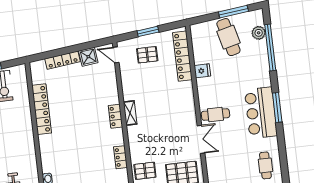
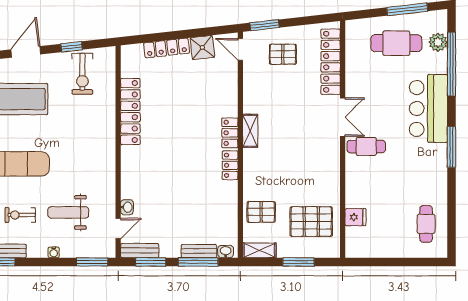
window: (148, 31) -> (265, 25), moved
cafe table: (228, 37) -> (396, 43), turned -76
fridge: (202, 71) -> (355, 217), moved
bar counter: (261, 113) -> (428, 108), moved
double door: (201, 139) -> (343, 117), moved
locker: (121, 157) -> (230, 165), moved

